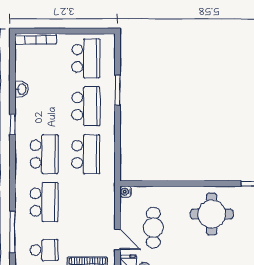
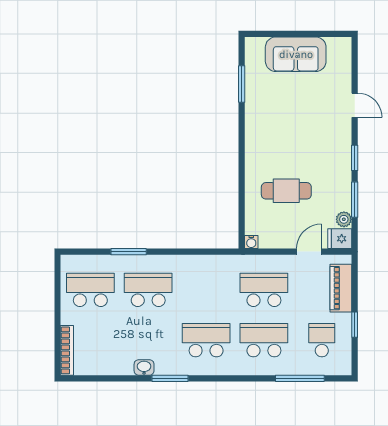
washbasin: (22, 89) -> (144, 367), moved
window: (13, 124) -> (170, 378), width x1.50
school desk: (86, 154) -> (264, 290), moved
round table: (212, 214) -> (278, 138), removed
cafe table: (153, 228) -> (286, 191), moved

